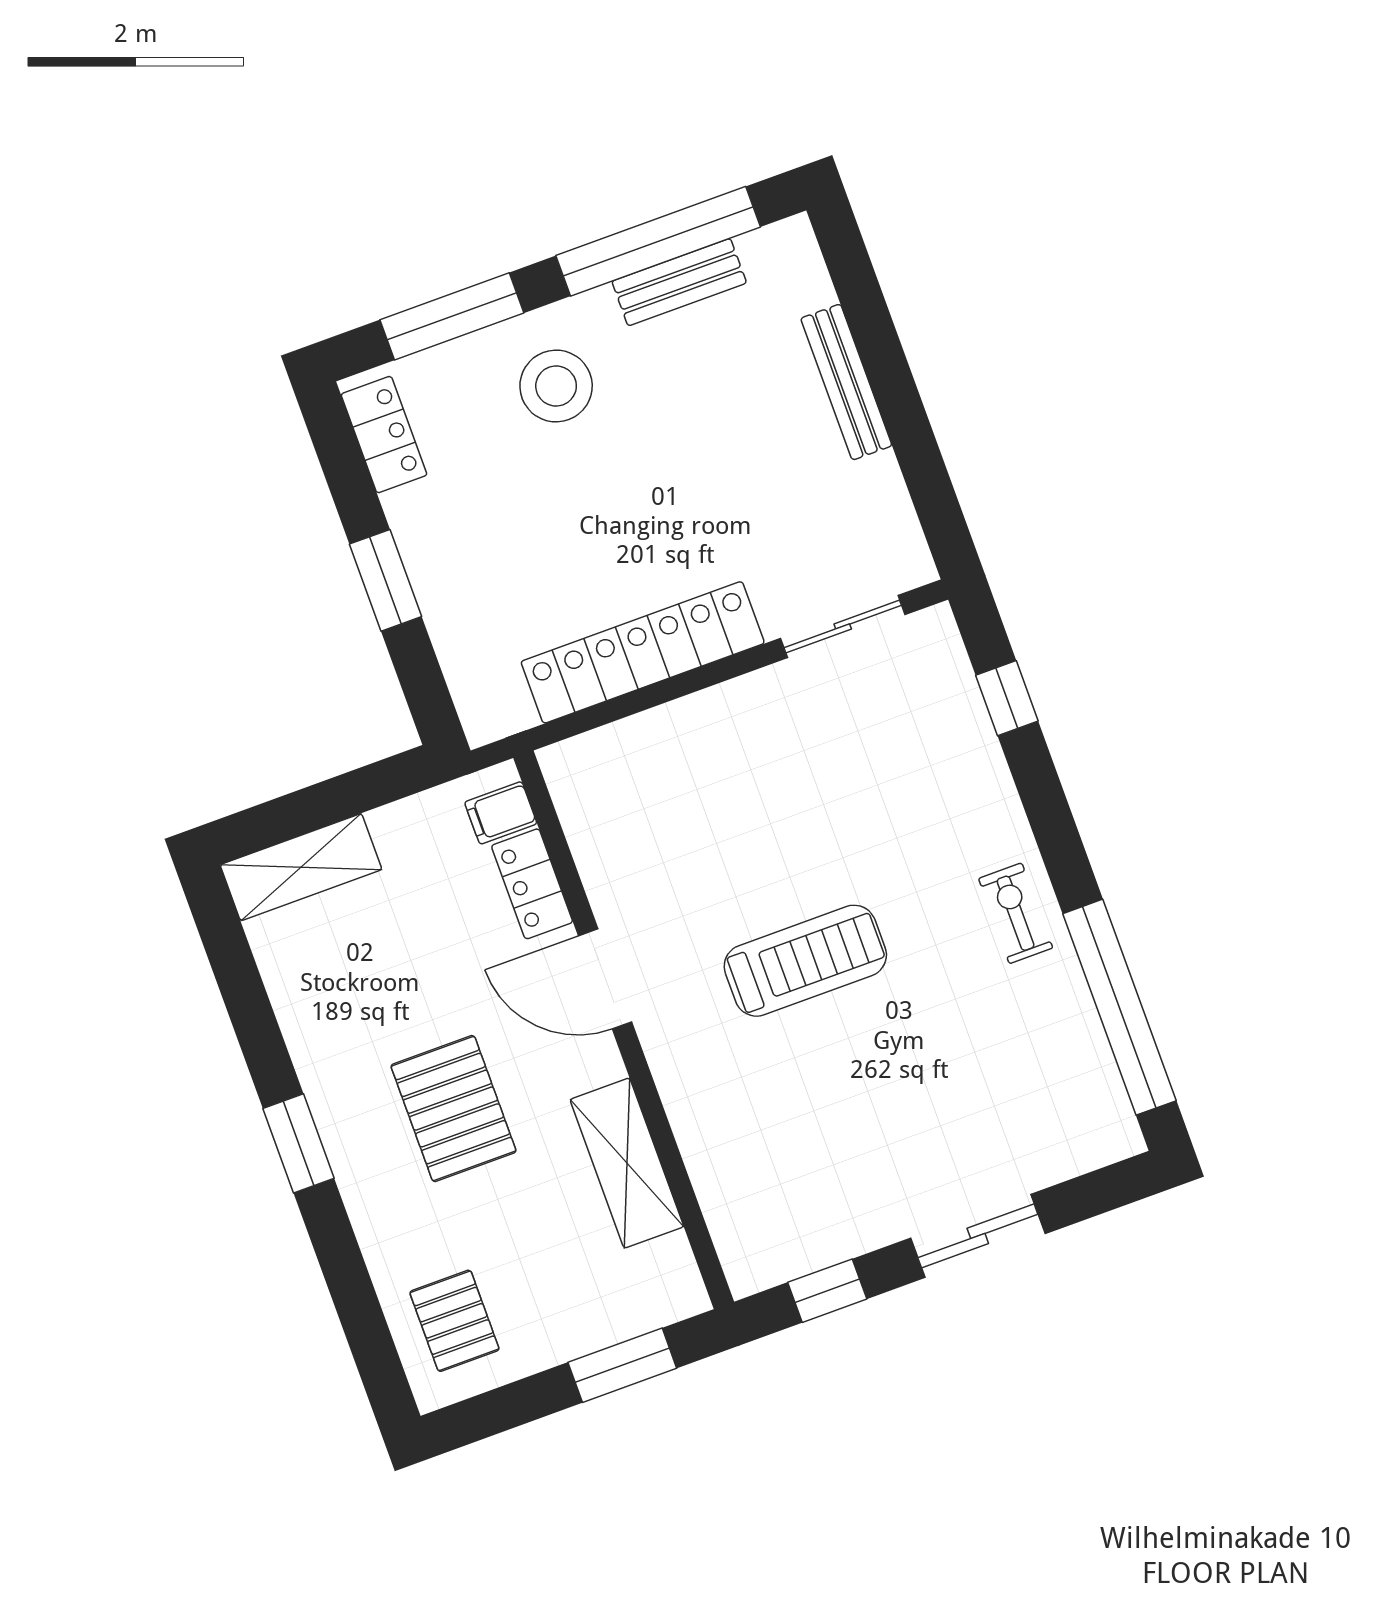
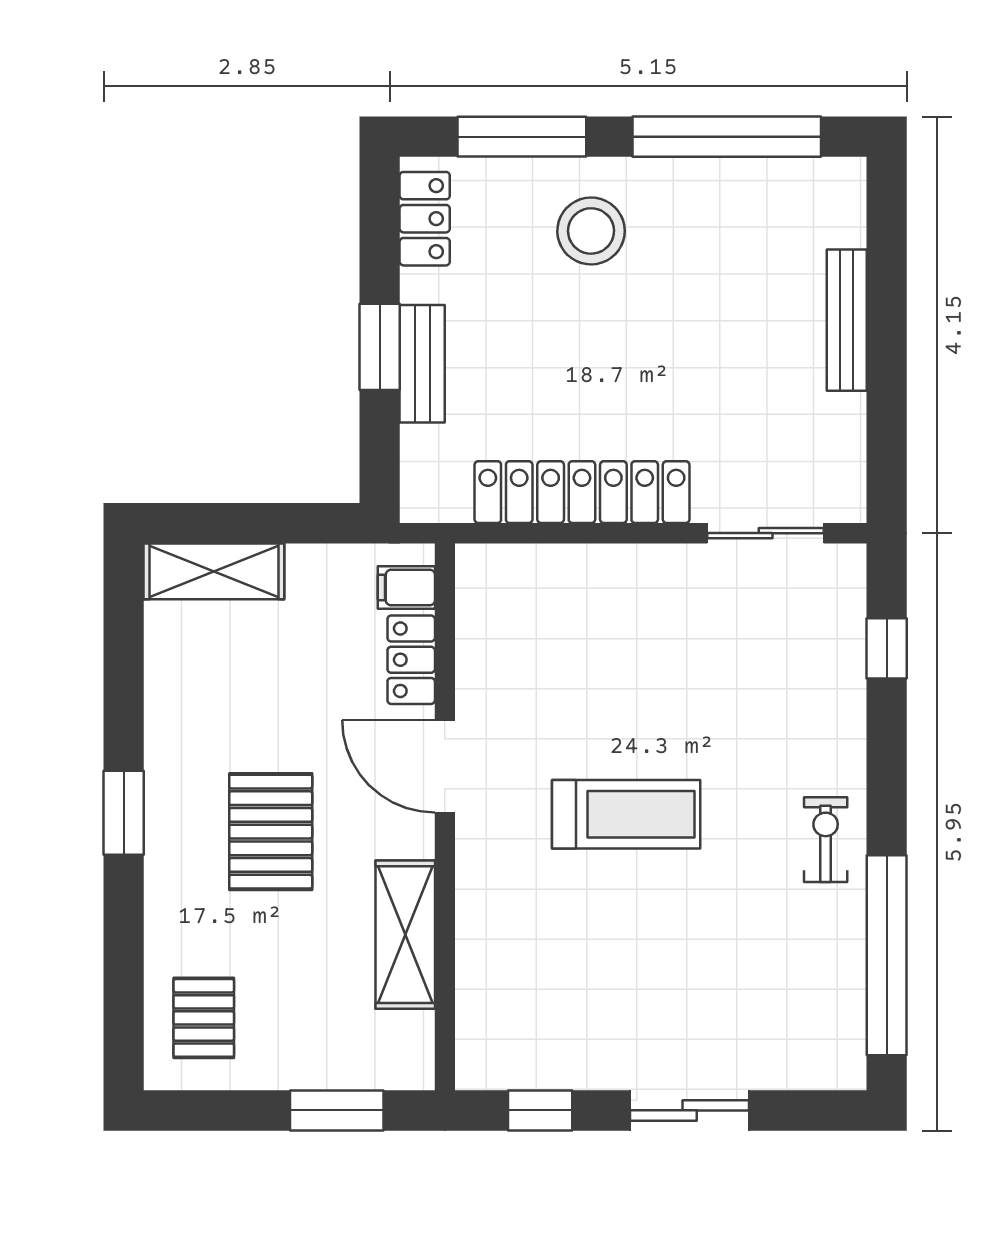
bench: (679, 282) -> (422, 364), moved, turned 90

